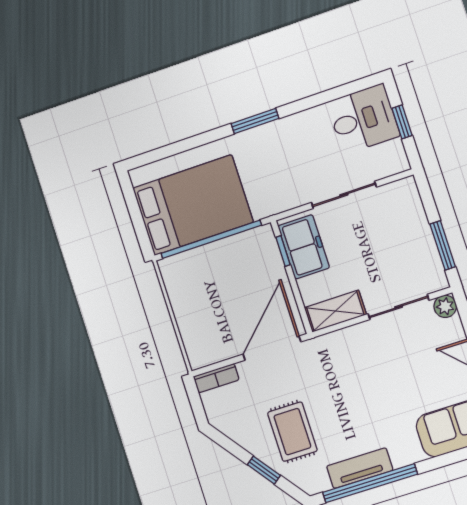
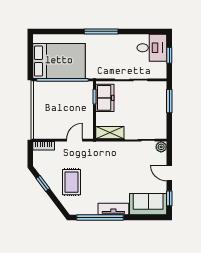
window: (255, 121) -> (101, 31), width x1.44
window: (443, 245) -> (169, 101), moved
door: (272, 348) -> (75, 140), width x0.53
tv unit: (360, 468) -> (113, 209), moved
window: (264, 470) -> (43, 183), moved

